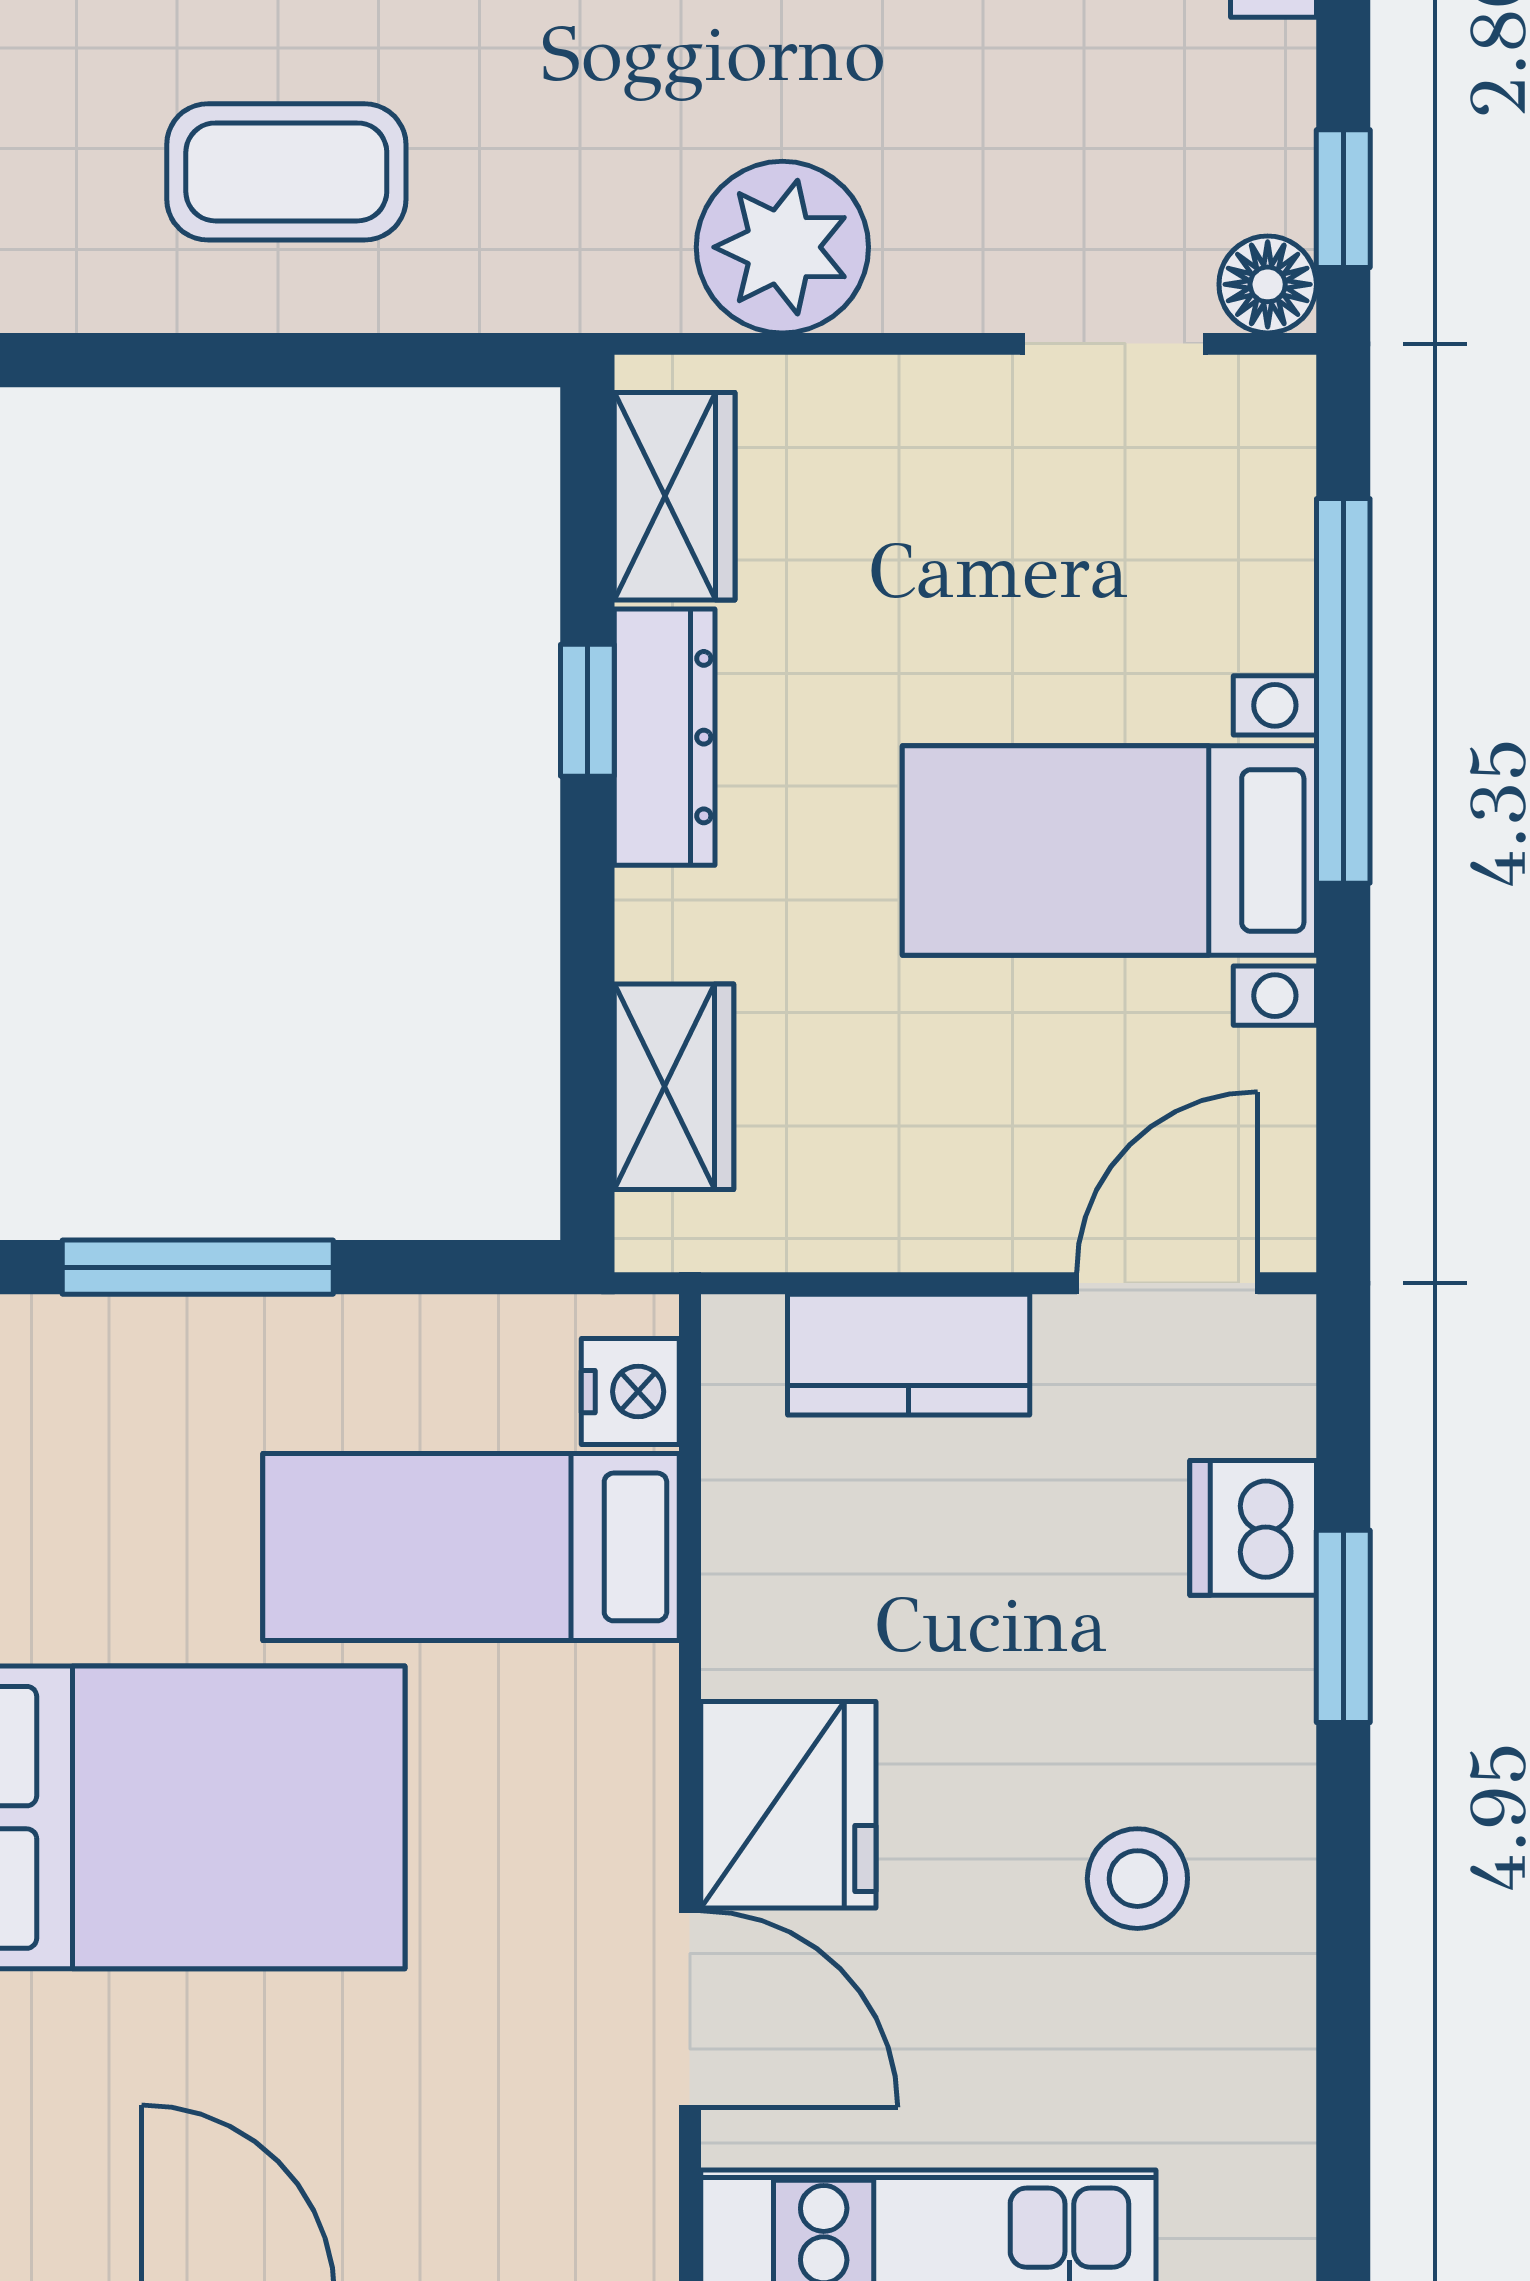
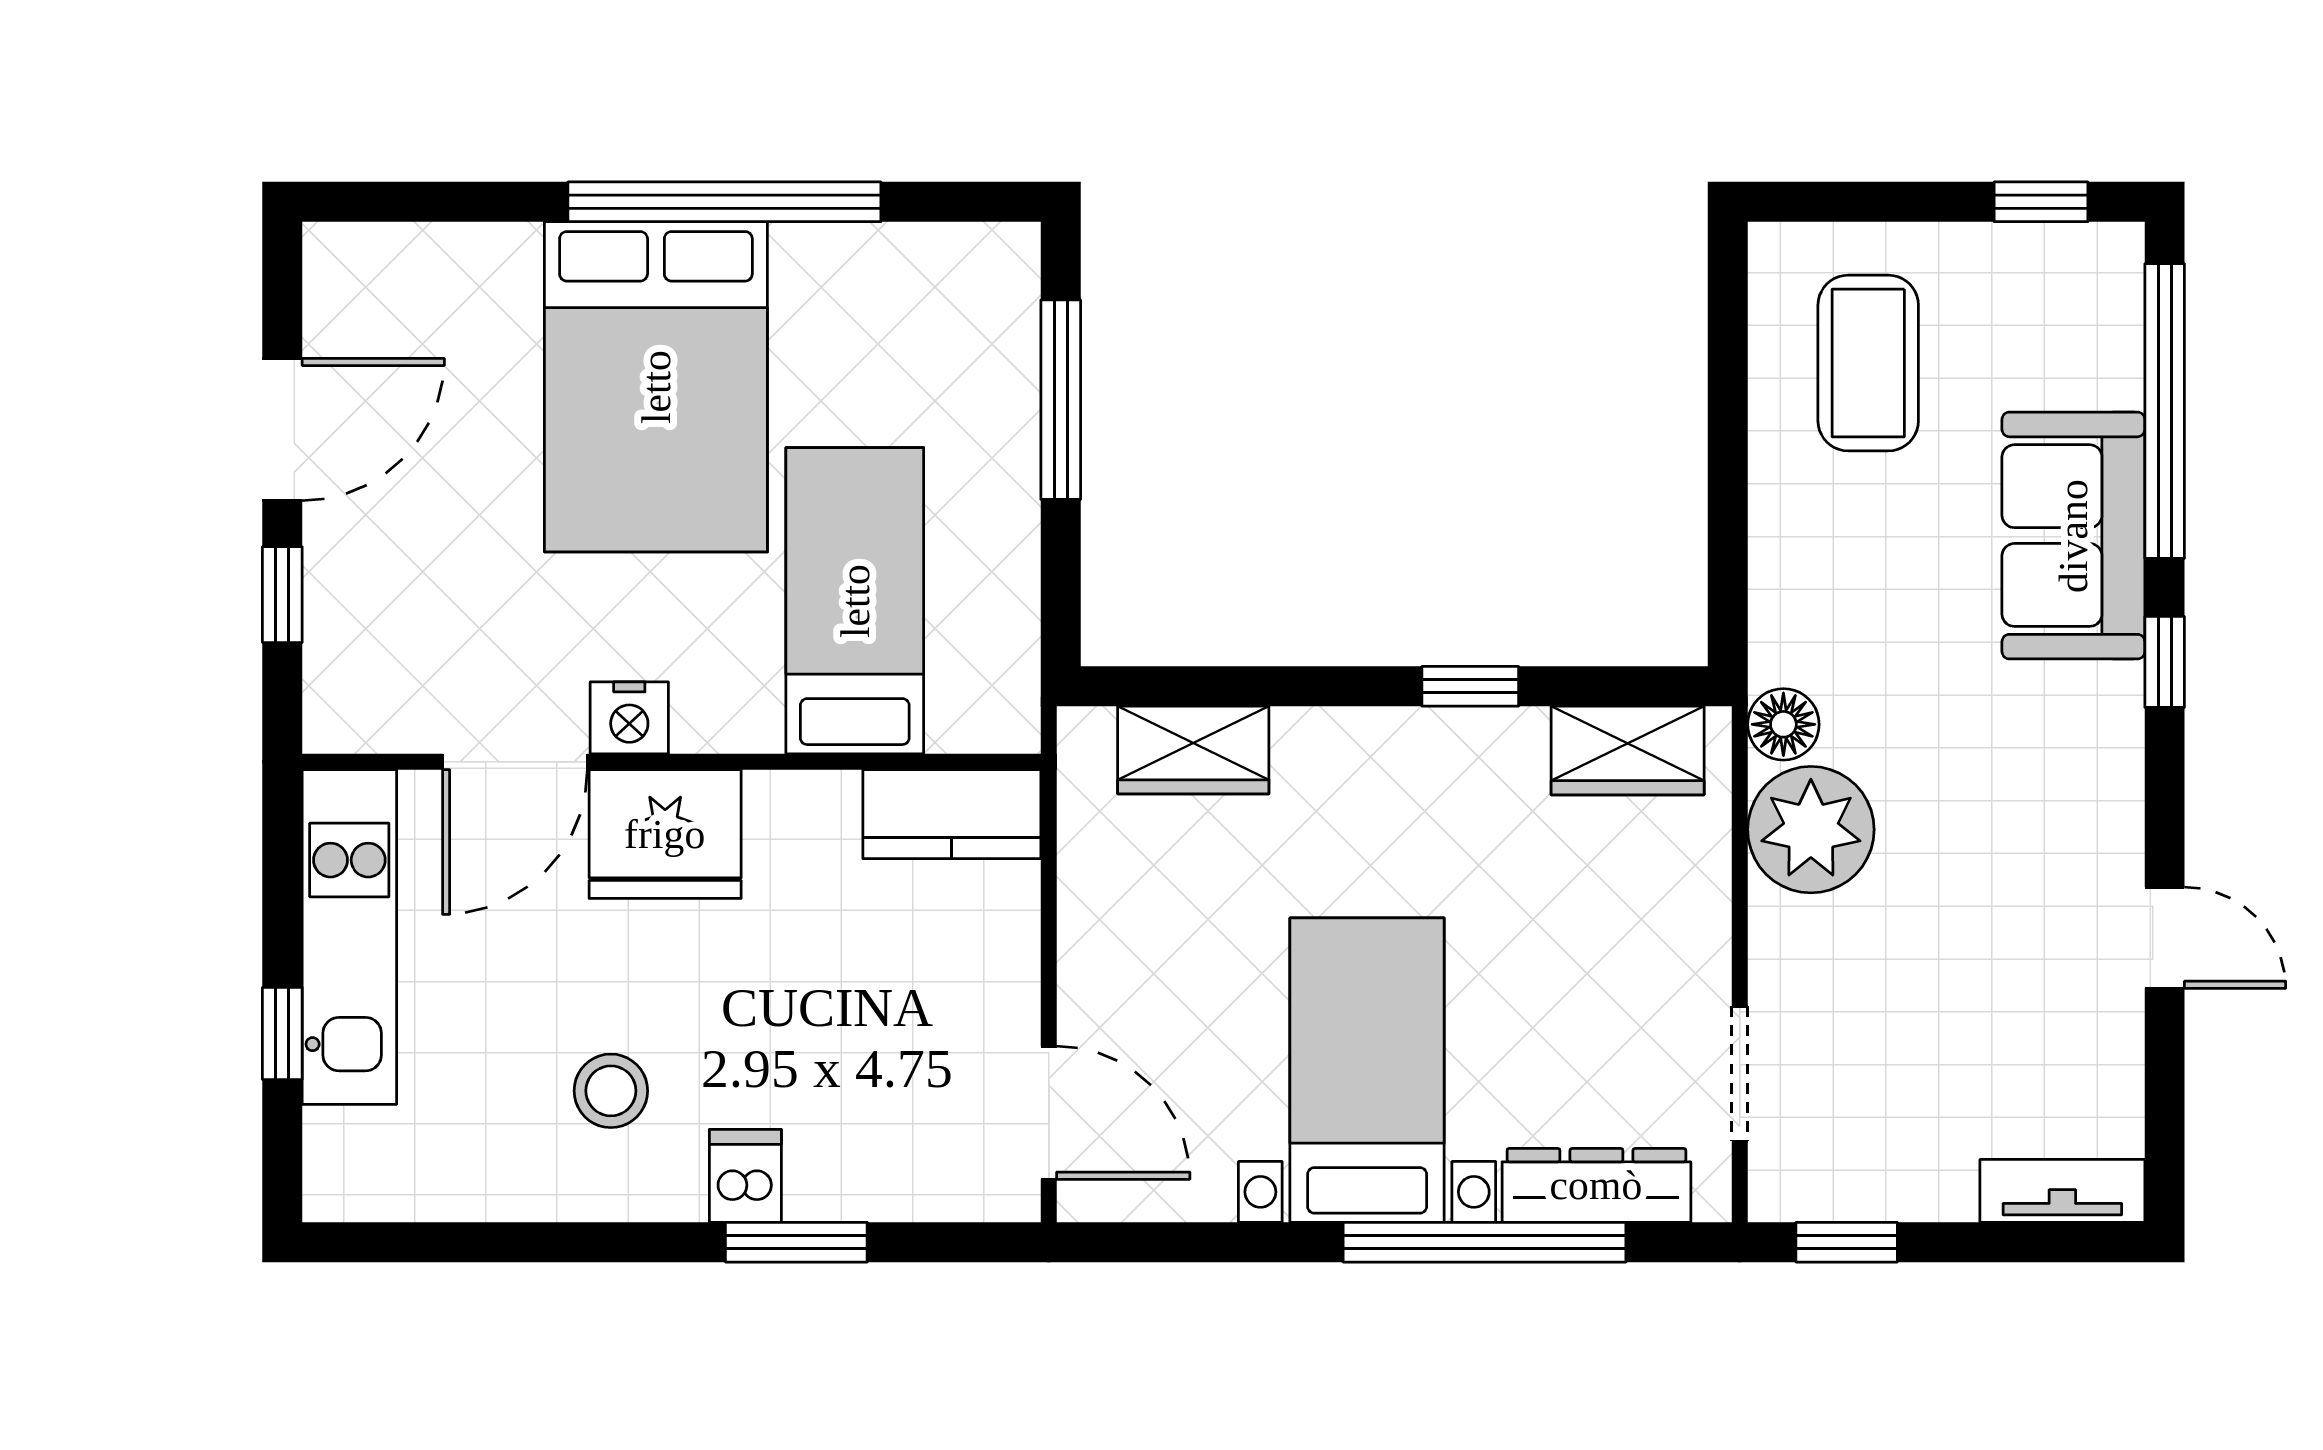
coffee table: (286, 172) -> (1868, 363), moved
floor lamp: (1268, 284) -> (1783, 724), moved
dresser: (665, 737) -> (1596, 1185), moved, turned 180
kitchen counter: (909, 1355) -> (952, 814), moved, turned -90
nightstand: (630, 1392) -> (629, 718), moved
dishwasher: (1253, 1528) -> (745, 1176), moved, width x0.73

